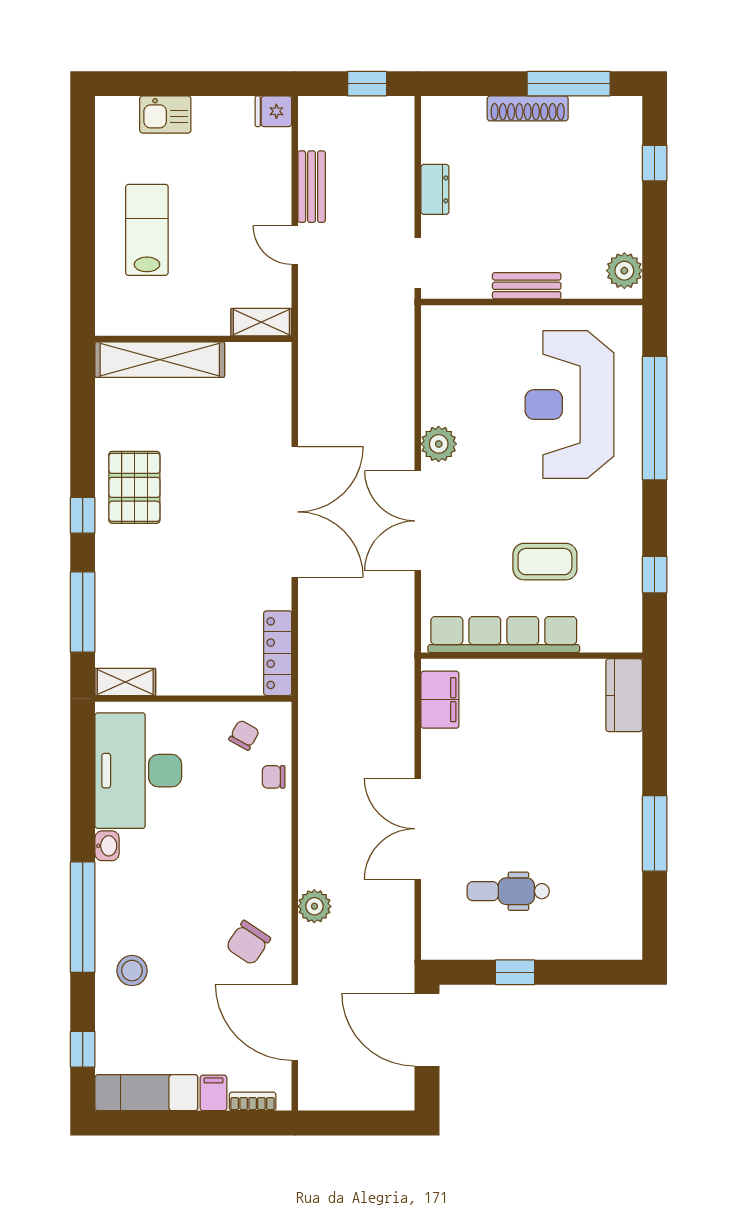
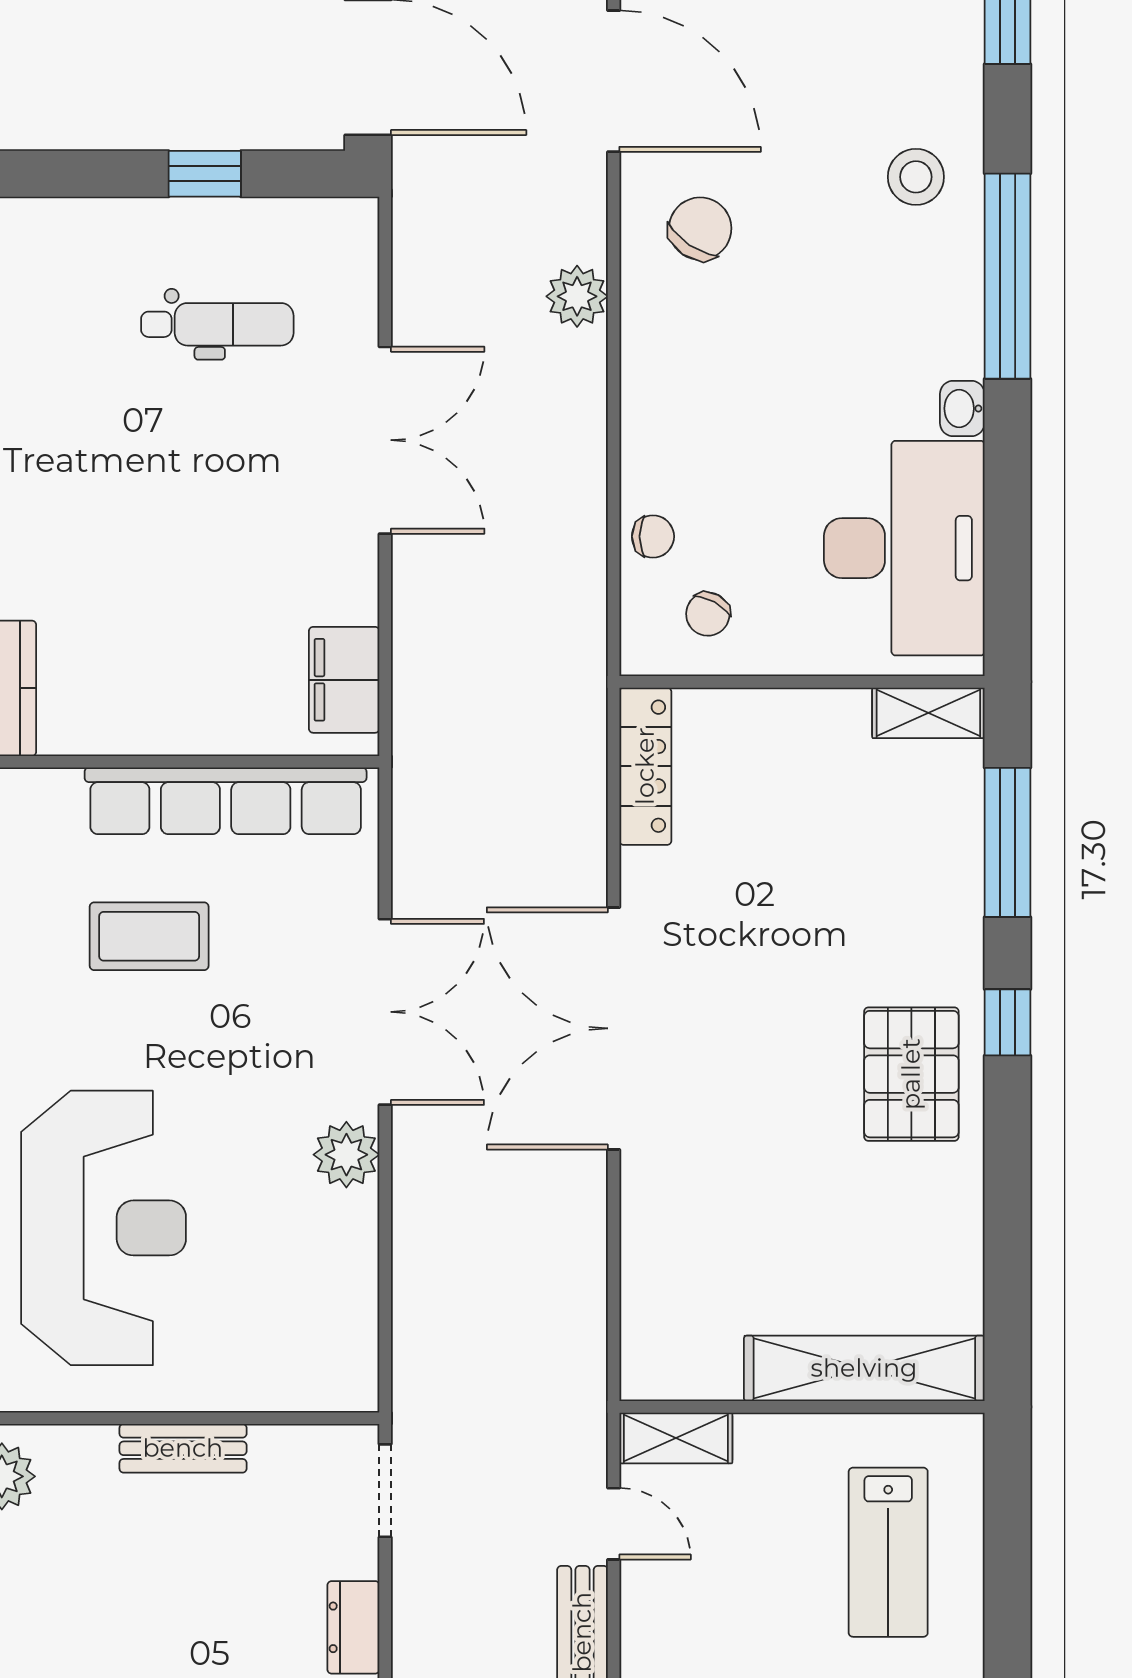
shelving: (261, 322) -> (676, 1438), moved
wall: (193, 339) -> (802, 1407), moved
shelving: (160, 360) -> (864, 1368), moved

